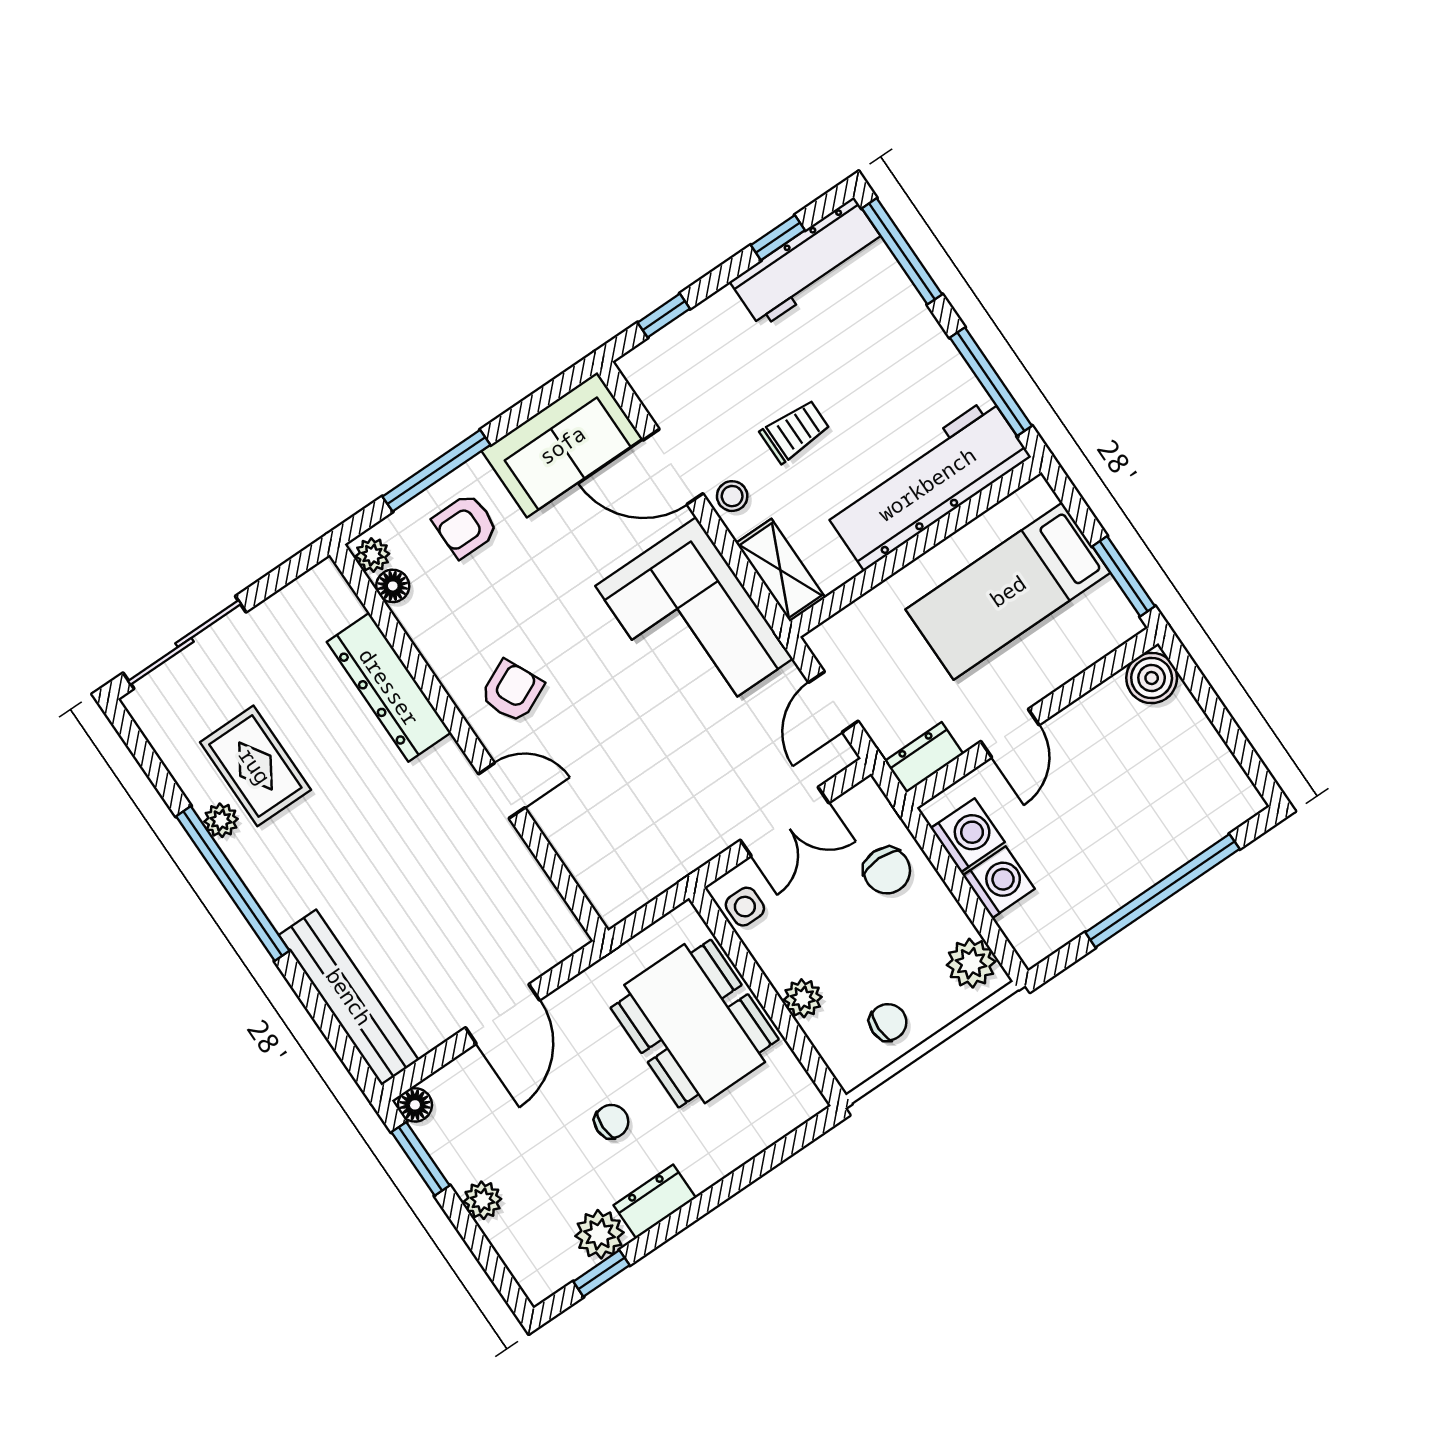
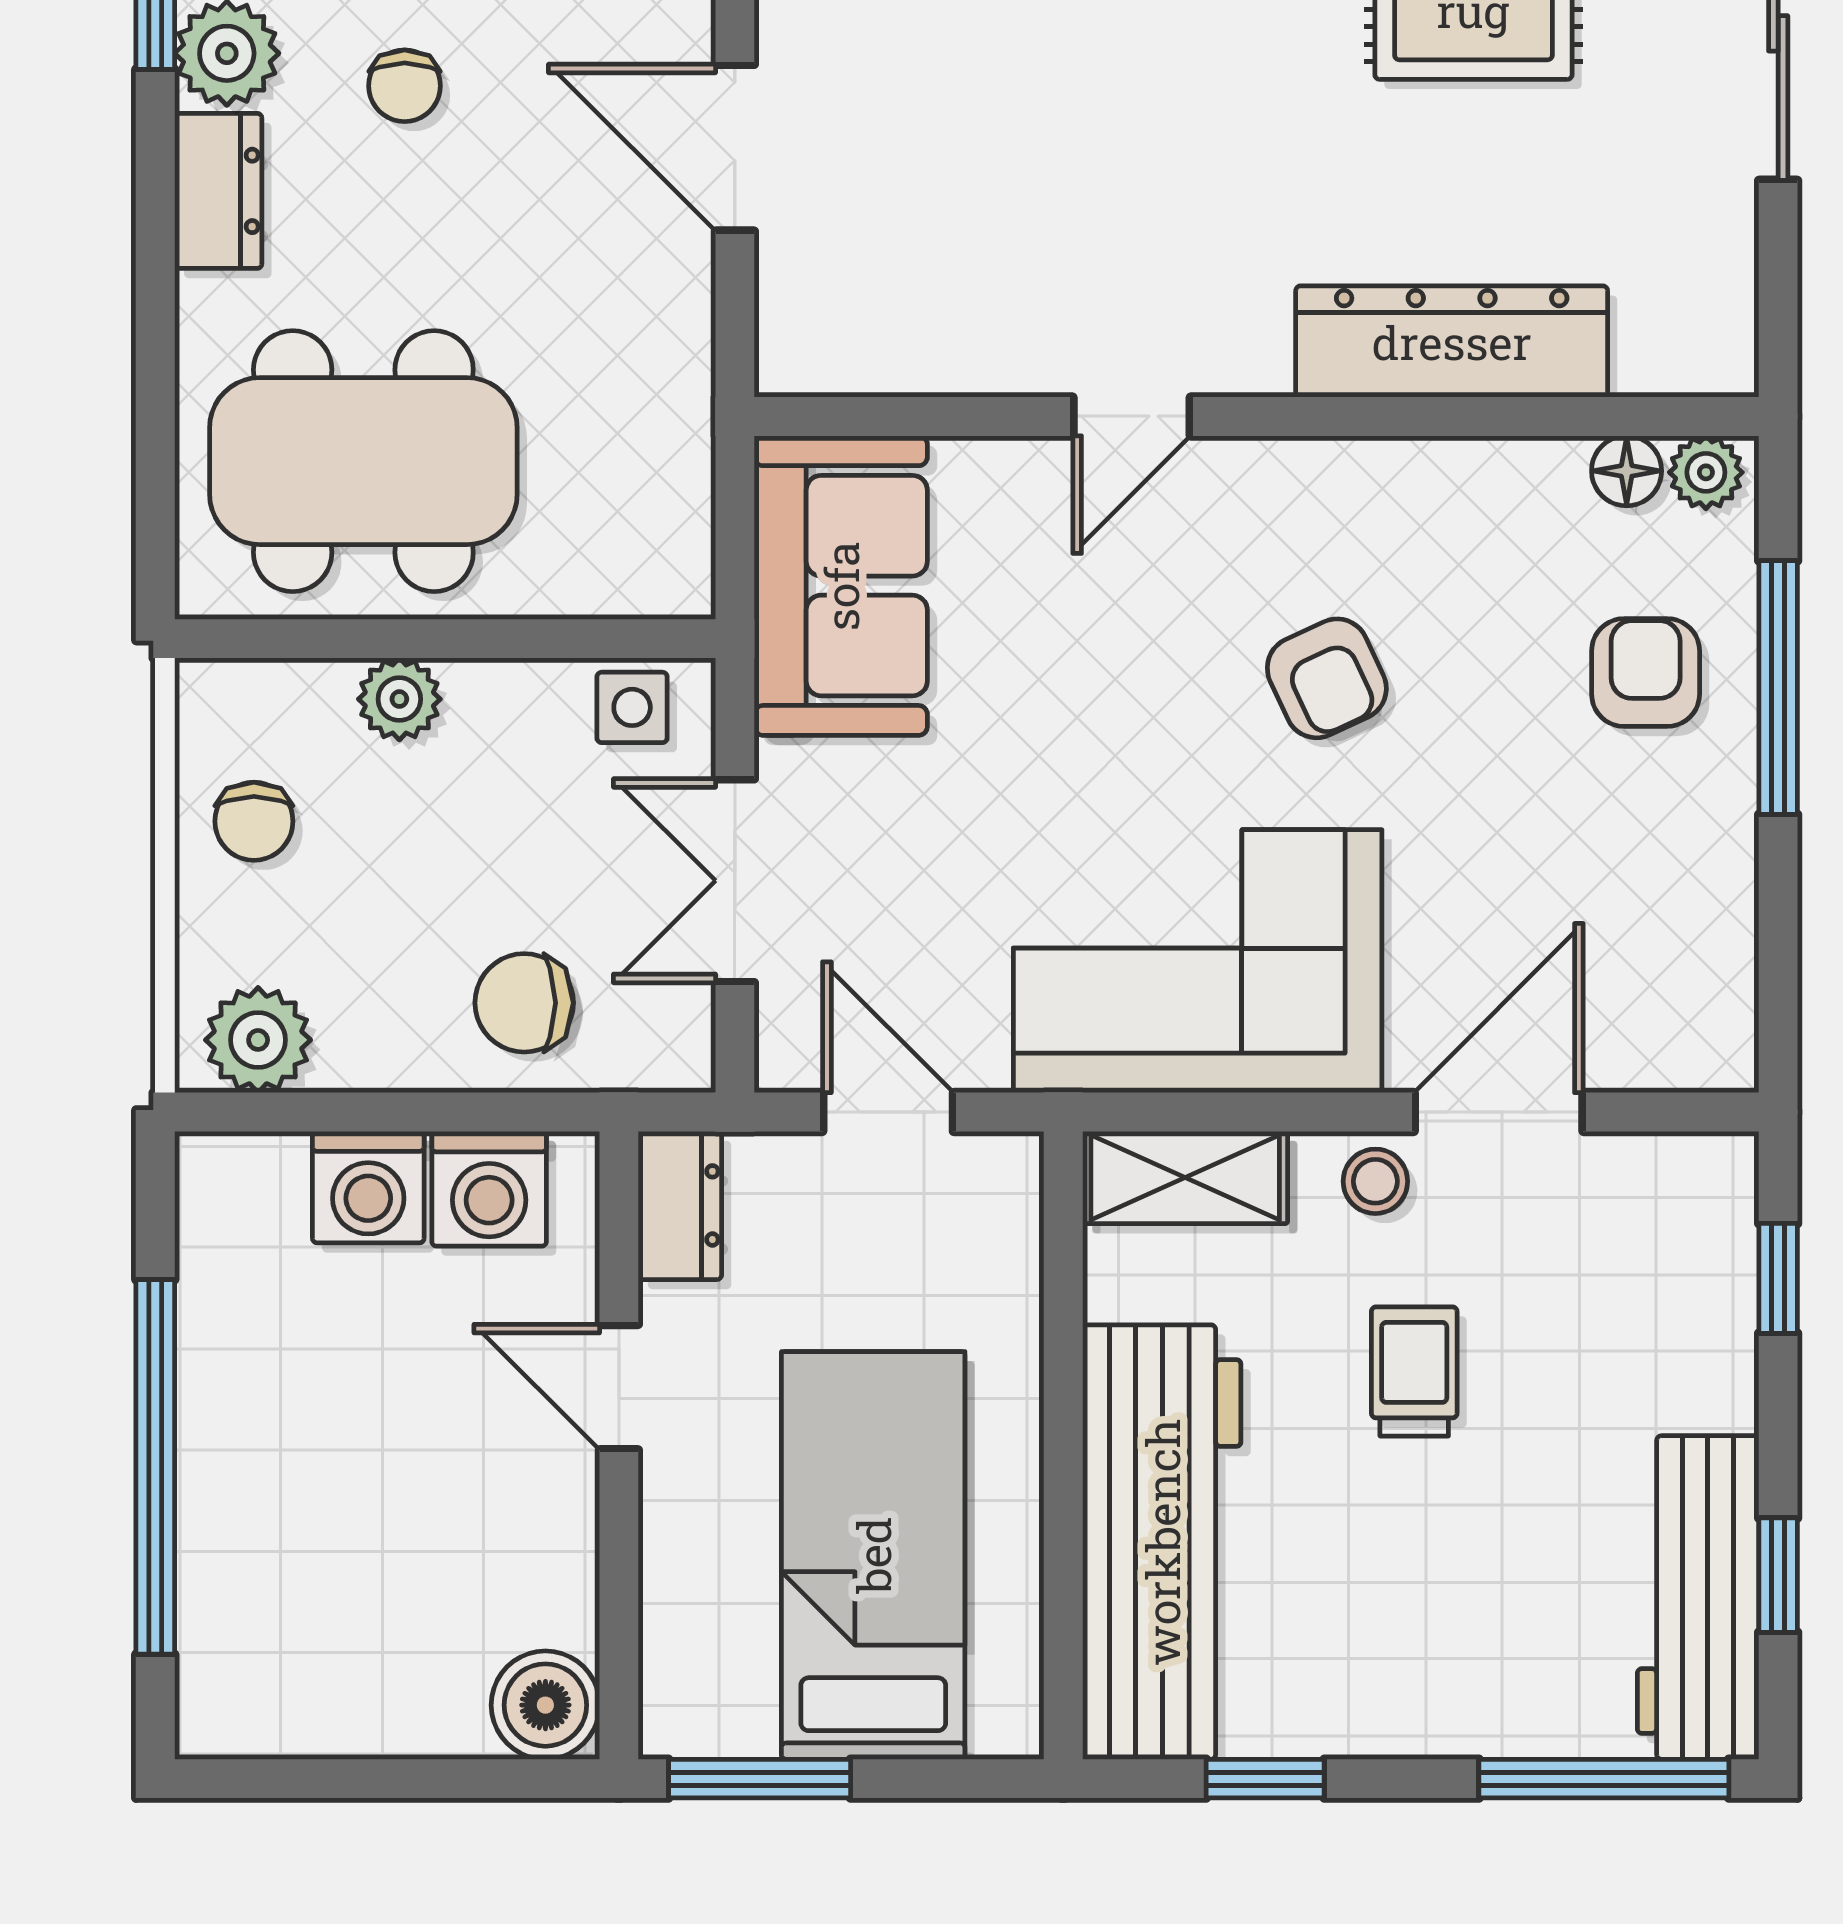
window: (991, 382) -> (1265, 1779), width x0.46
trolley: (795, 431) -> (1414, 1371), turned 180
sofa: (562, 445) -> (841, 586), moved, turned 180
armchair: (512, 691) -> (1327, 678), moved
dining table: (695, 1024) -> (363, 461), moved
chair: (611, 1121) -> (405, 86), moved

